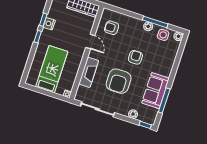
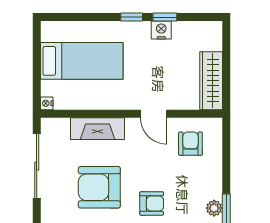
door: (90, 42) -> (154, 114), hinge flipped

